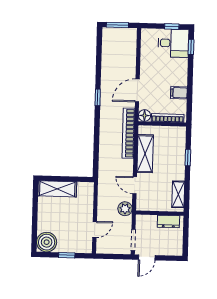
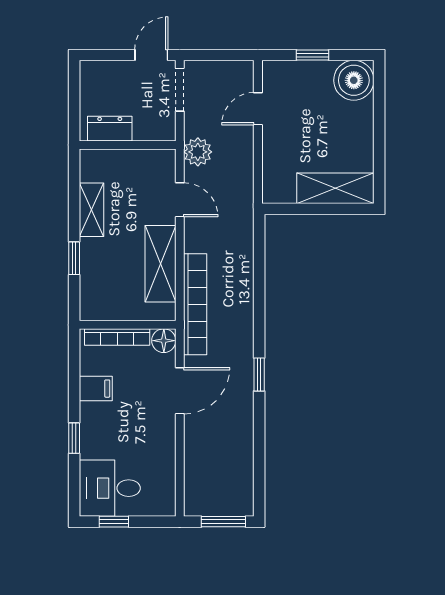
window: (191, 47) -> (74, 438), moved
shelving: (178, 194) -> (91, 210), moved

